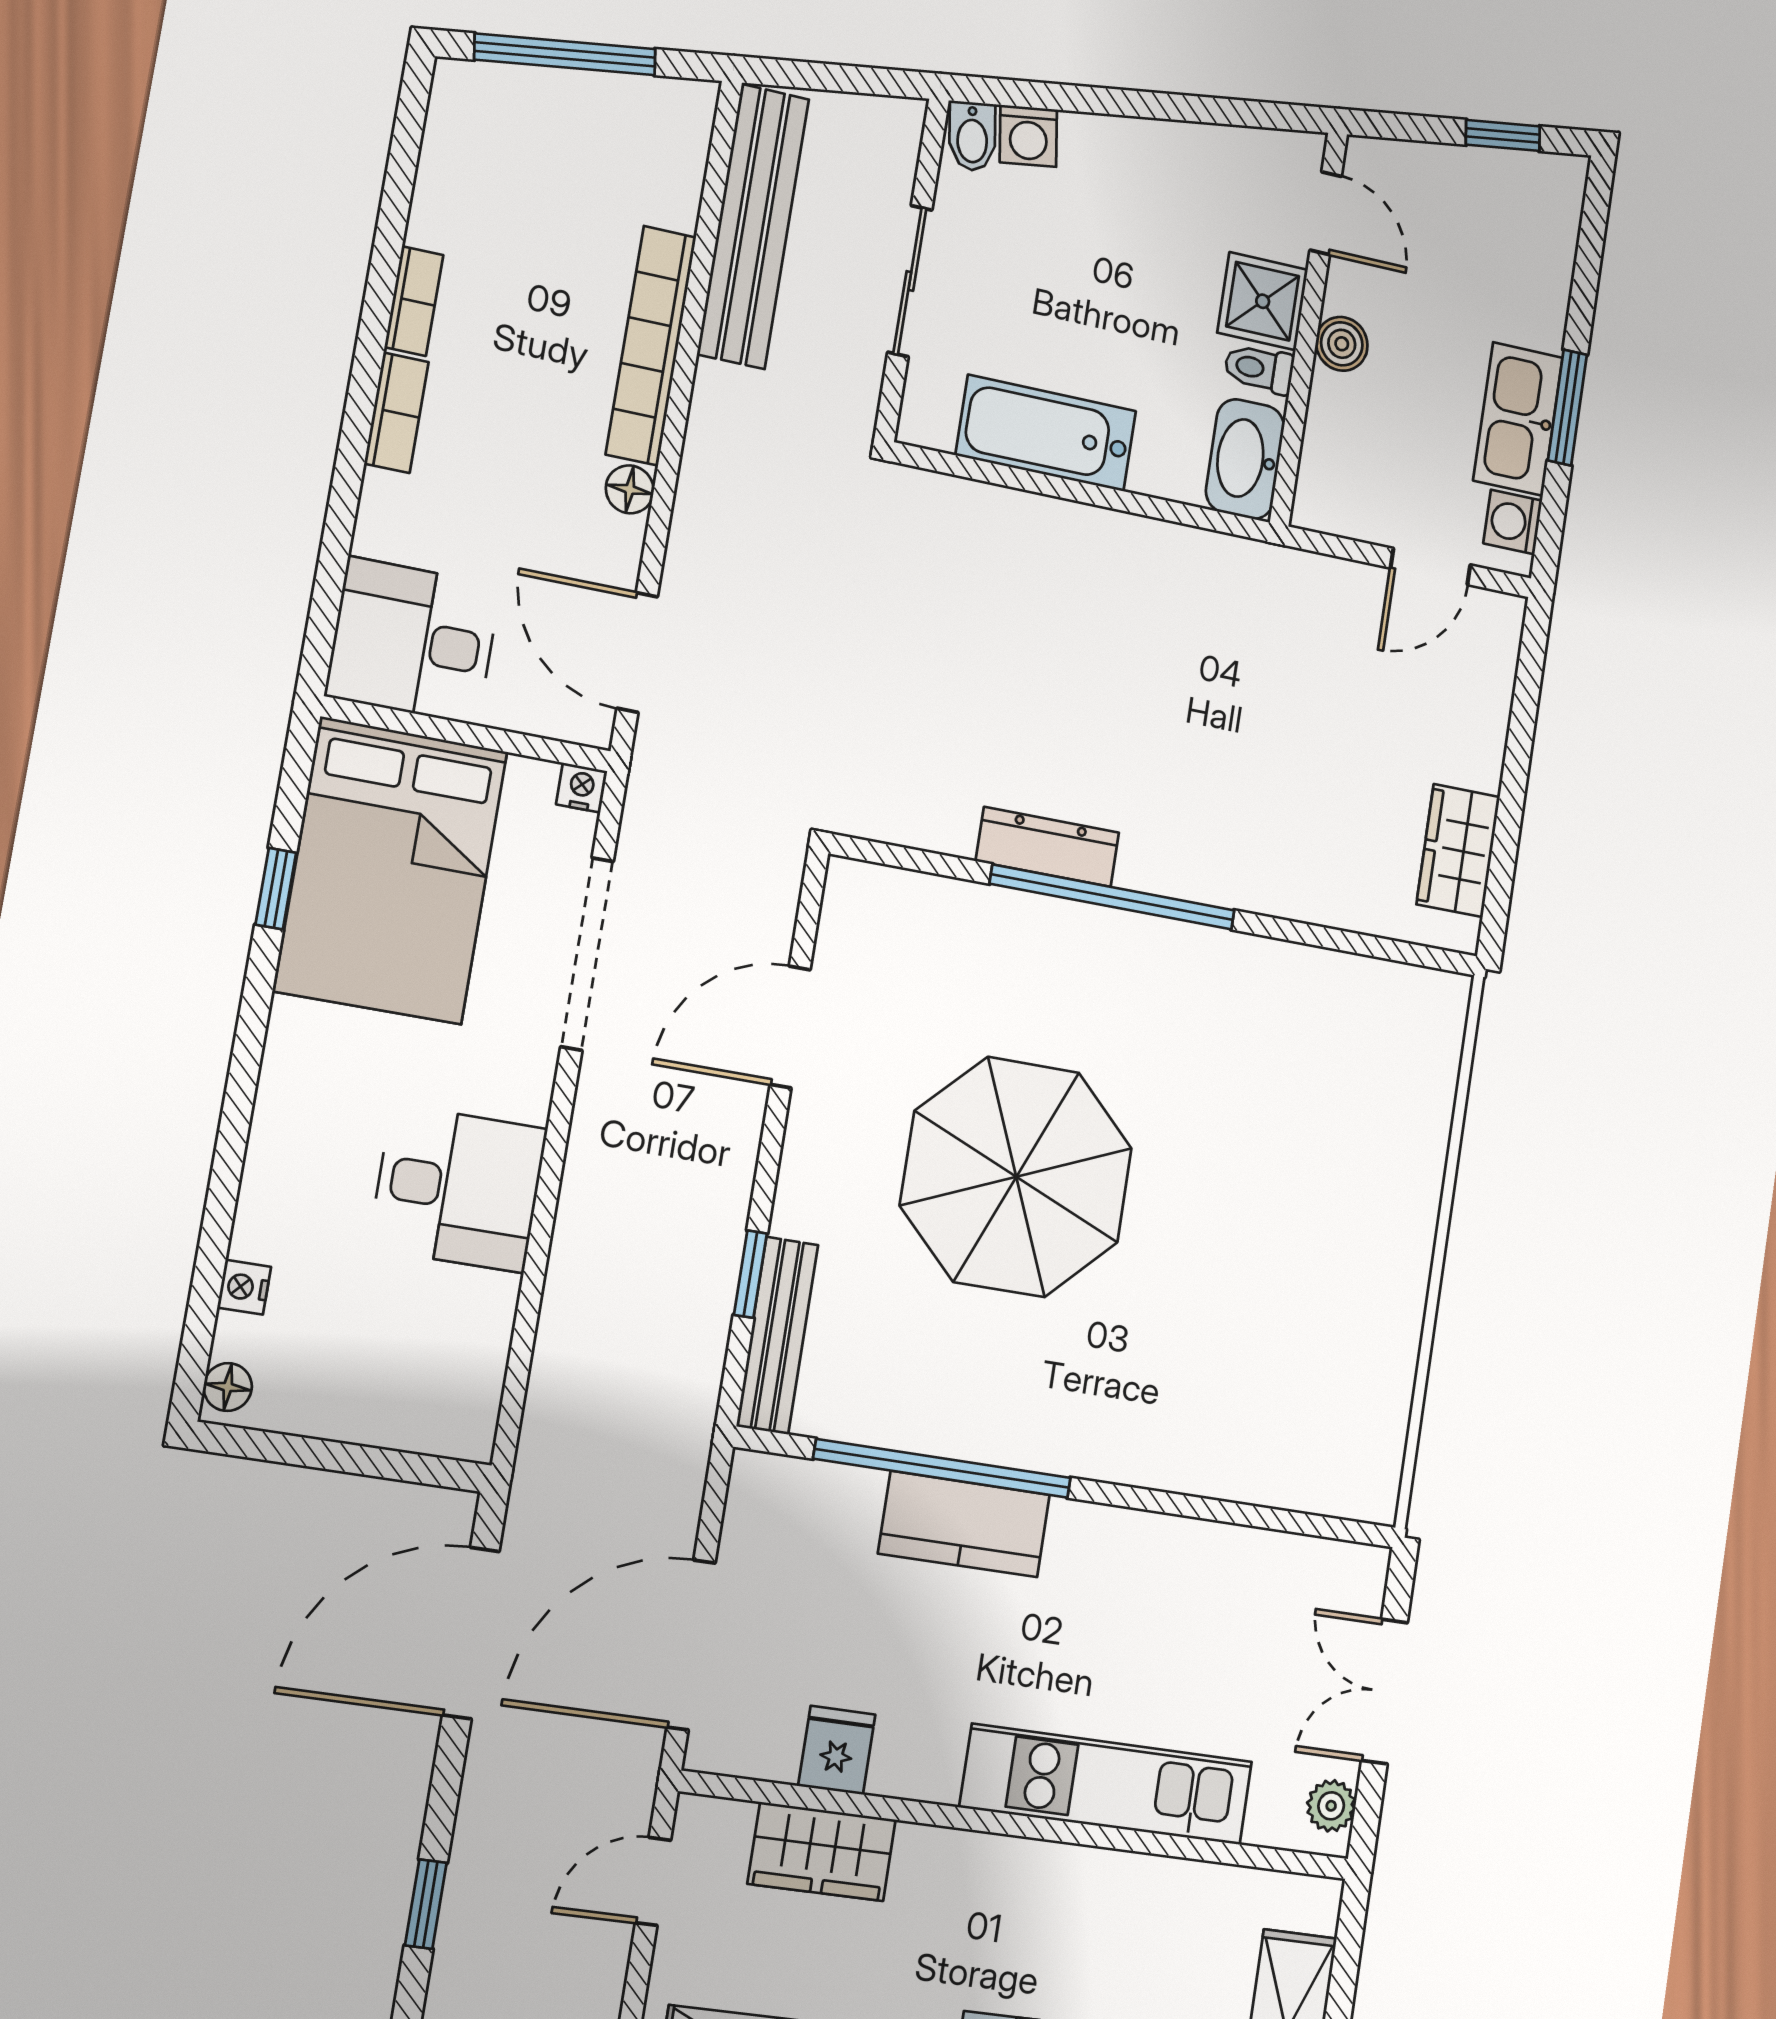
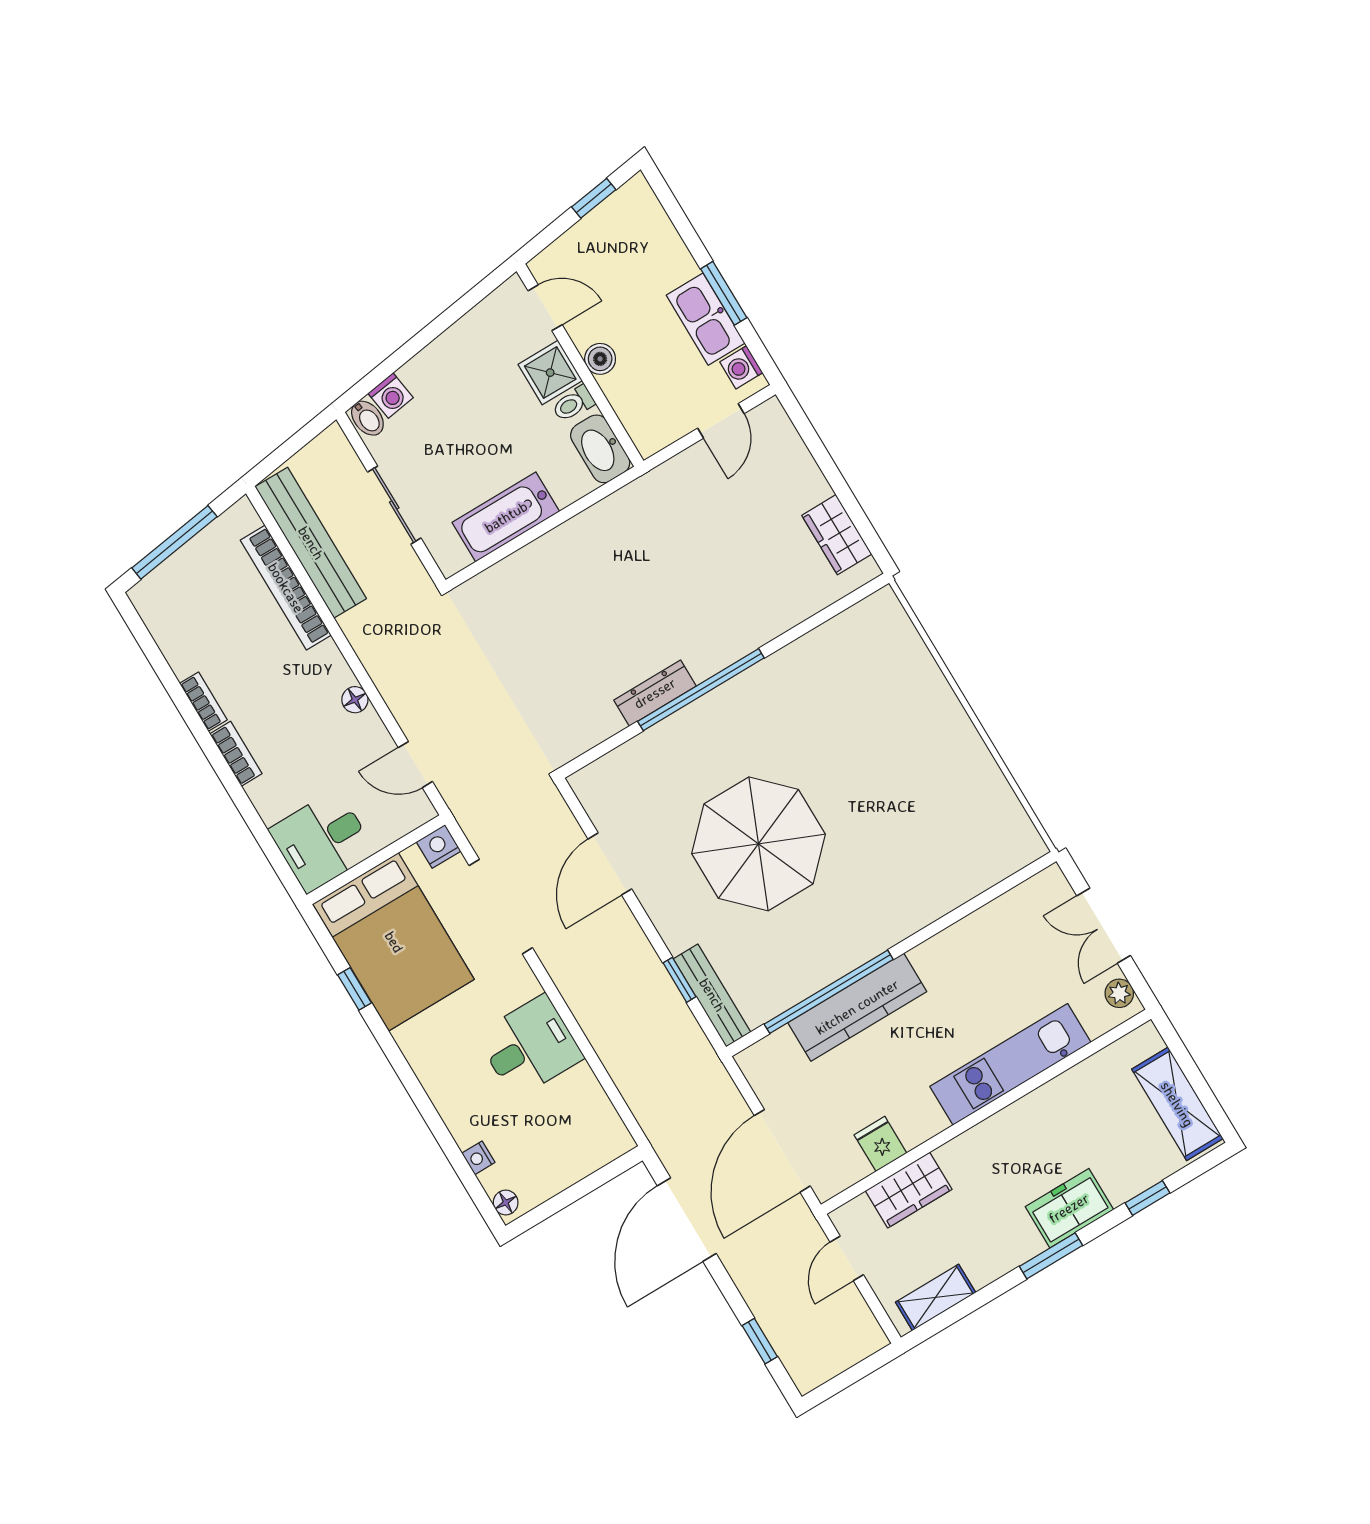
bookcase: (651, 346) -> (286, 588), moved
door: (637, 652) -> (415, 765), width x0.73
nightstand: (582, 788) -> (439, 846), width x1.39, depth x1.35
kitchen counter: (964, 1524) -> (857, 1007), width x1.50

